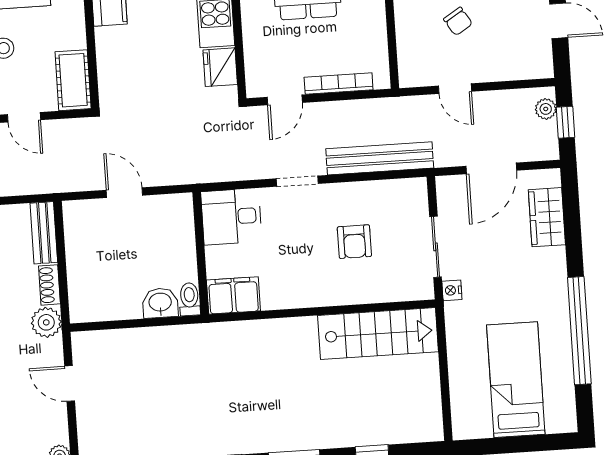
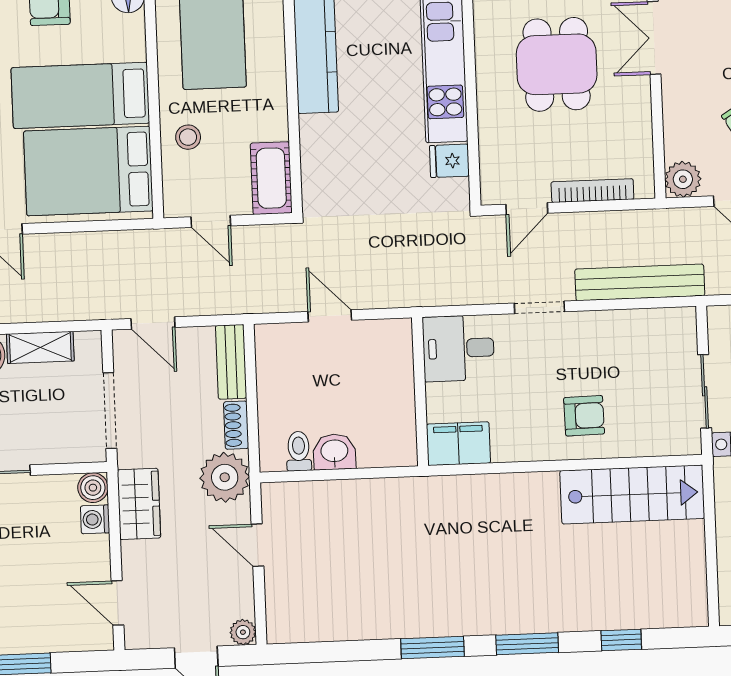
fridge: (220, 67) -> (449, 161), width x0.72
plant: (413, 72) -> (683, 179), added
armchair: (354, 242) -> (584, 416), moved, turned -91
toilet: (189, 299) -> (299, 451), moved
washbasin: (160, 303) -> (334, 452), moved
plant: (46, 322) -> (225, 477), width x1.36, depth x1.36

